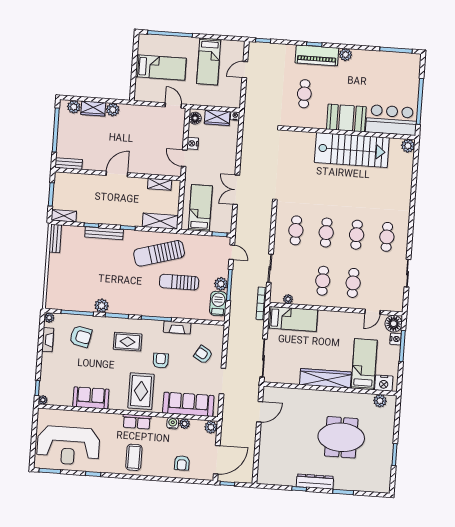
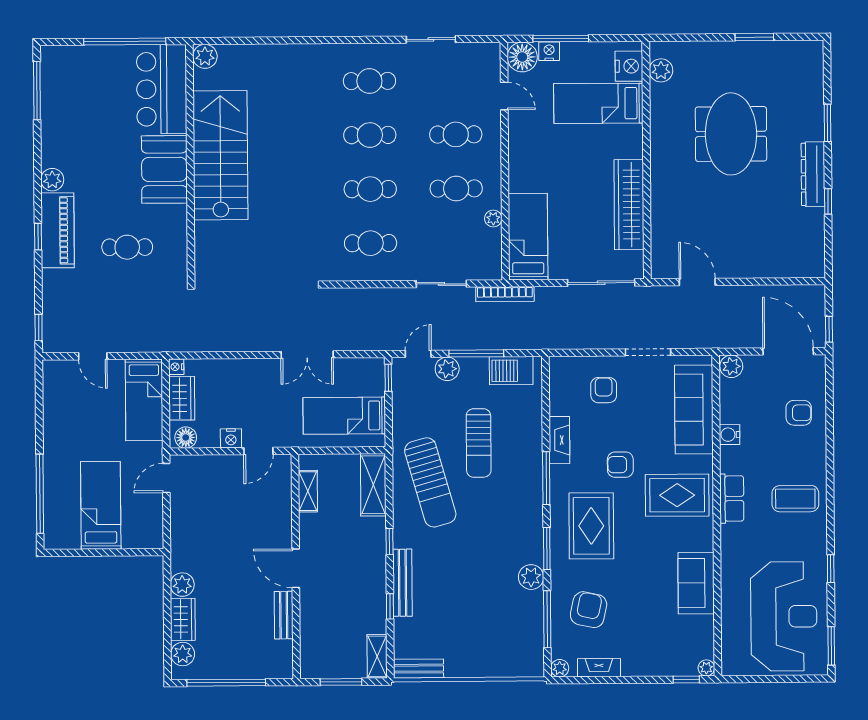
bed: (209, 61) -> (144, 400), moved, turned 90
bench: (69, 164) -> (284, 615), moved
plant: (221, 284) -> (447, 369), moved
plant: (288, 299) -> (493, 219), moved
rug: (128, 342) -> (591, 526), width x1.36, depth x1.43
armchair: (203, 355) -> (604, 390), turned 149
wardrobe: (325, 378) -> (629, 205), moved
plant: (185, 424) -> (729, 413), removed

